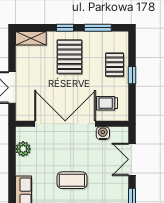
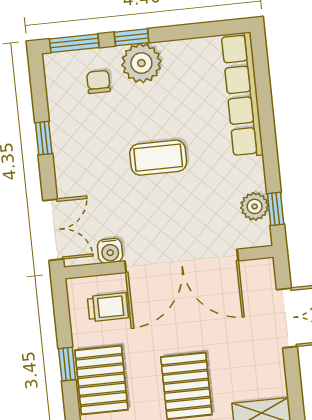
pallet: (115, 65) -> (101, 380), width x1.50, depth x1.42
window: (12, 146) -> (276, 209), added
double door: (132, 159) -> (53, 230), moved

